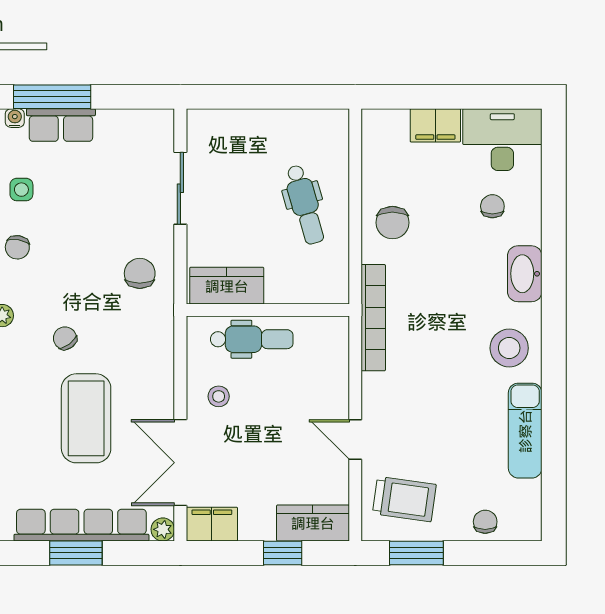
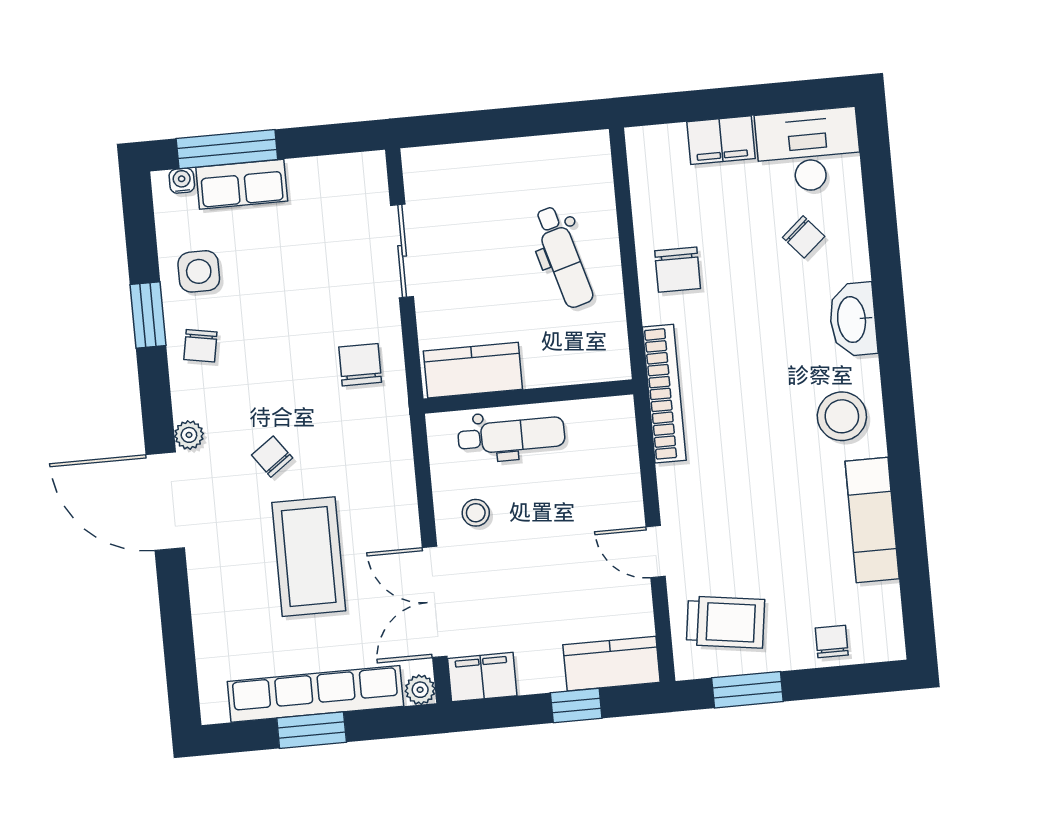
side table: (21, 190) -> (199, 271), width x1.37, depth x1.37
chair: (492, 206) -> (804, 237), turned 139

